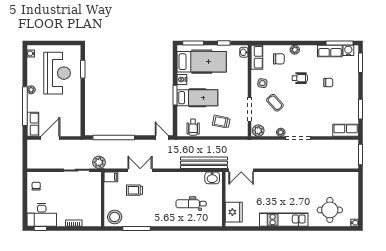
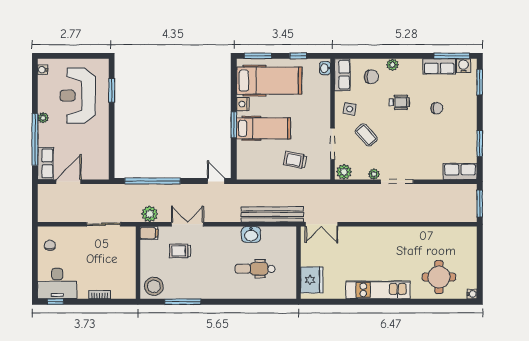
reception desk: (57, 73) -> (78, 96), turned 180
wheelchair: (193, 127) -> (258, 167), removed
plant: (99, 162) -> (150, 214), moved
washbasin: (212, 178) -> (251, 235), moved

